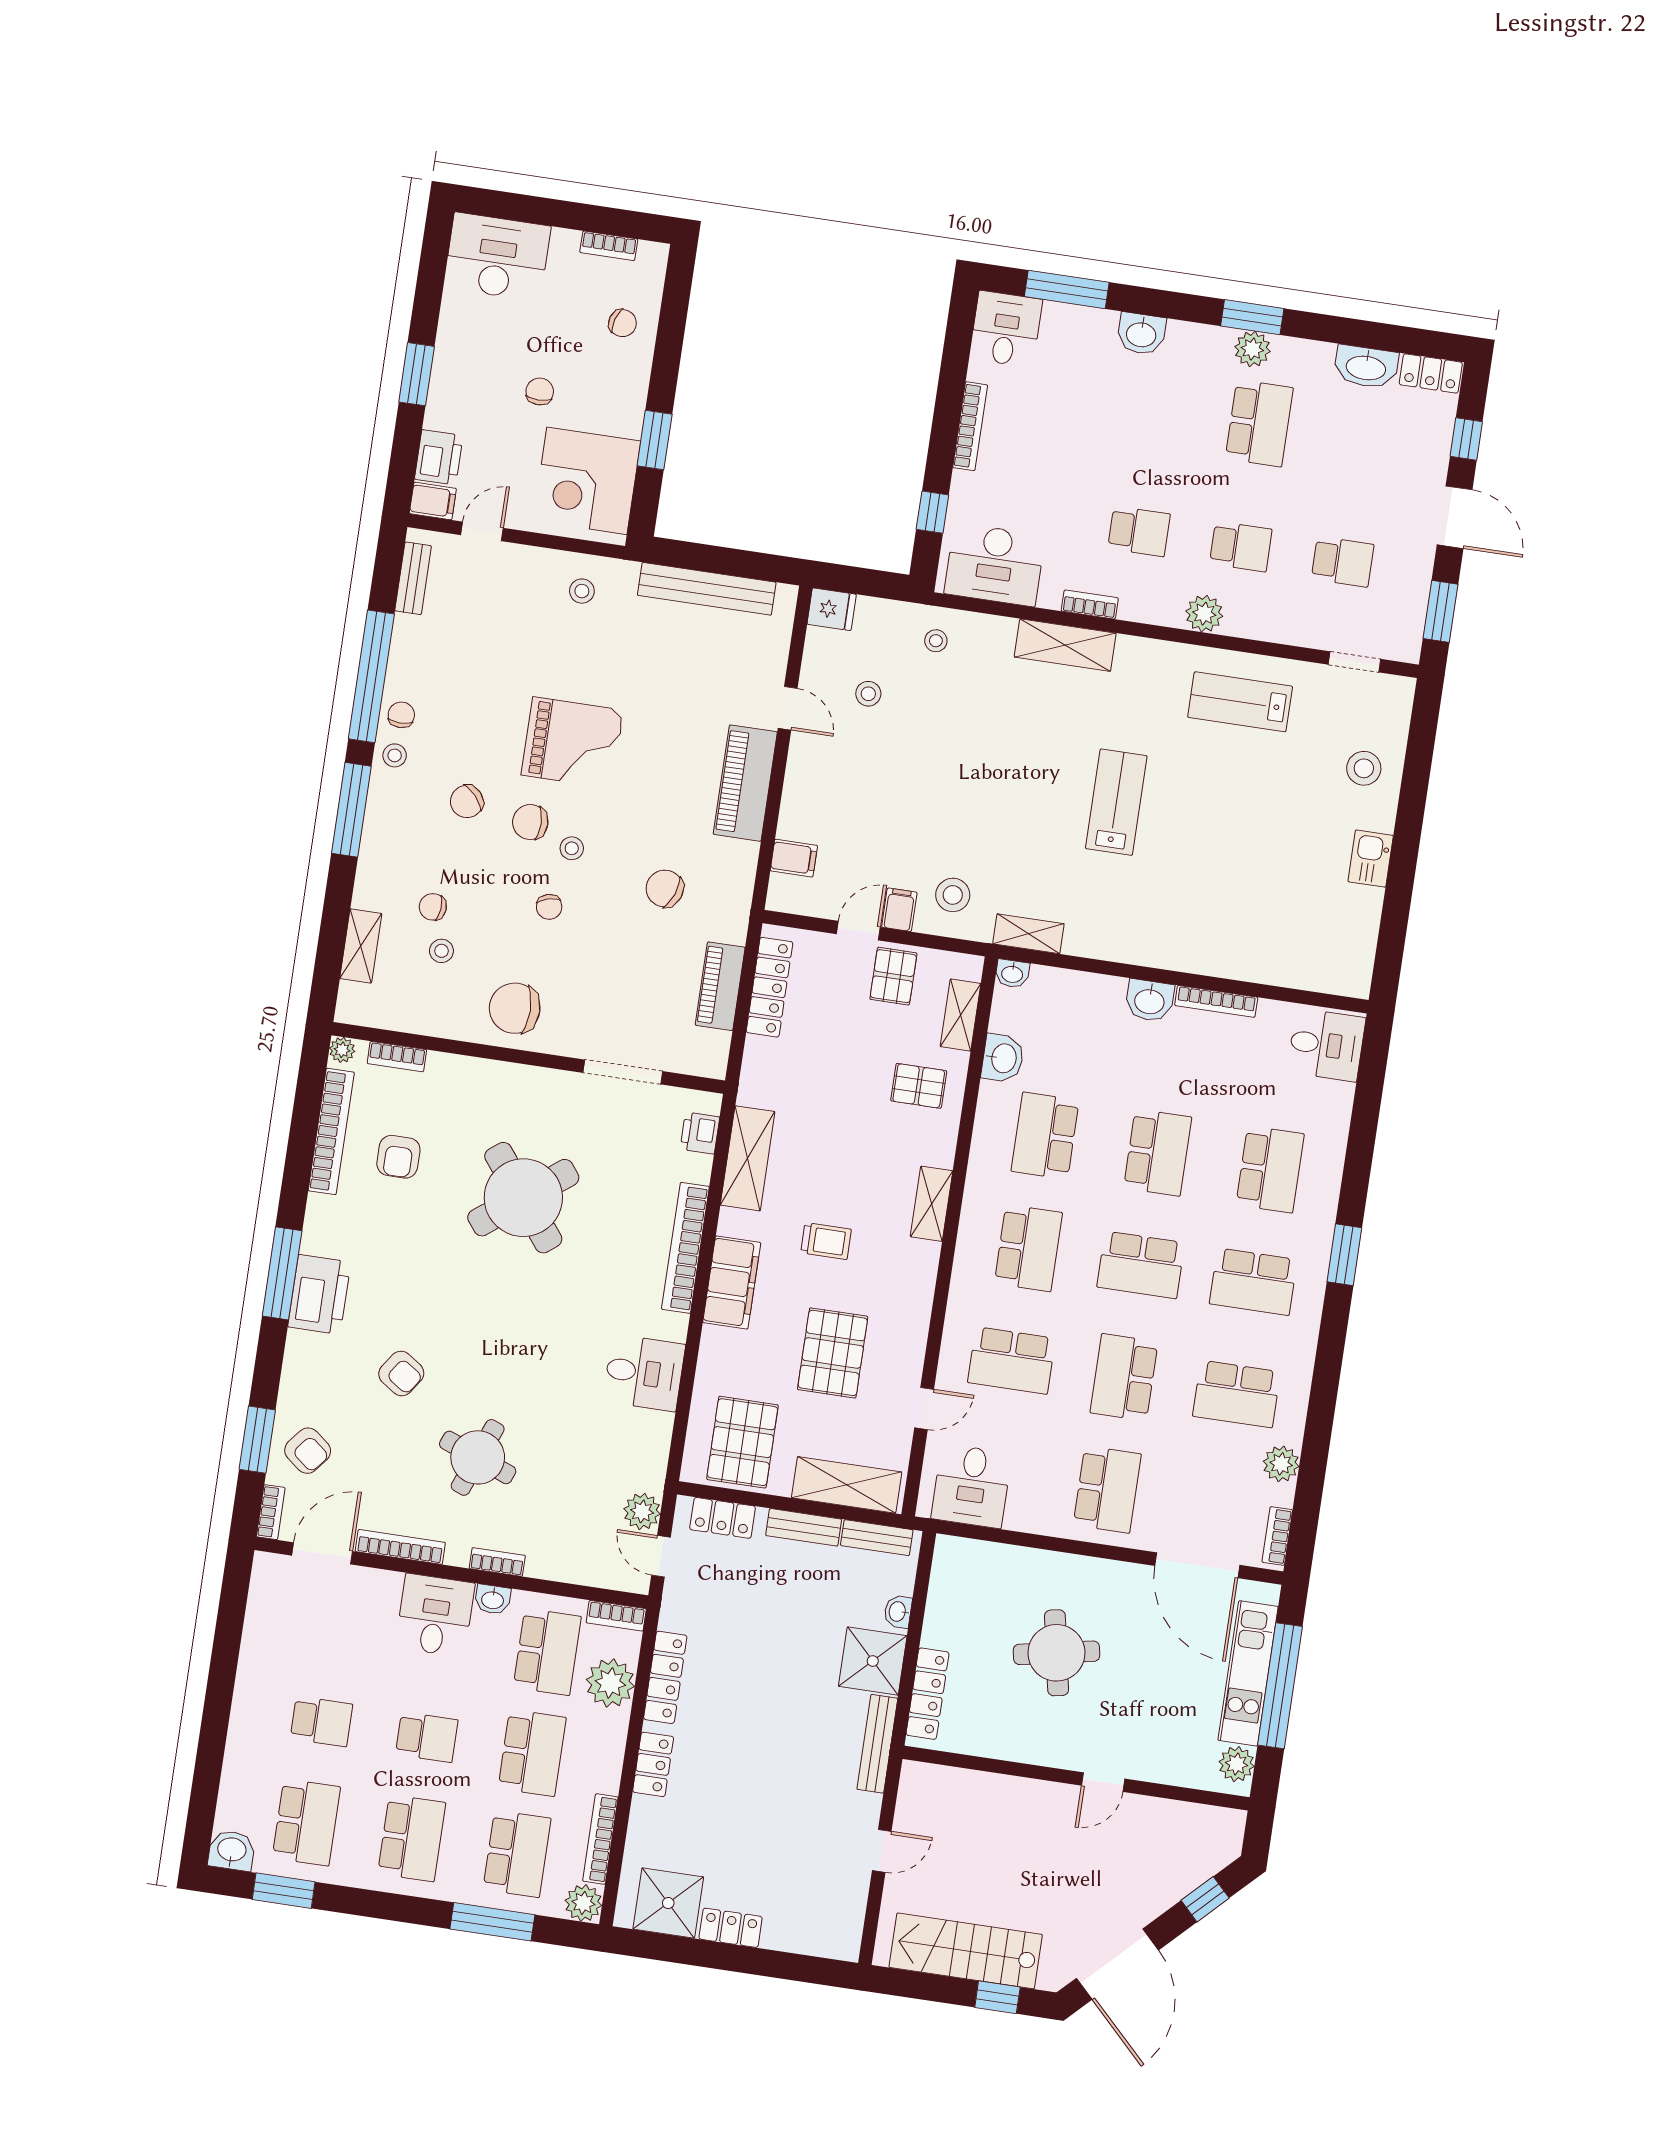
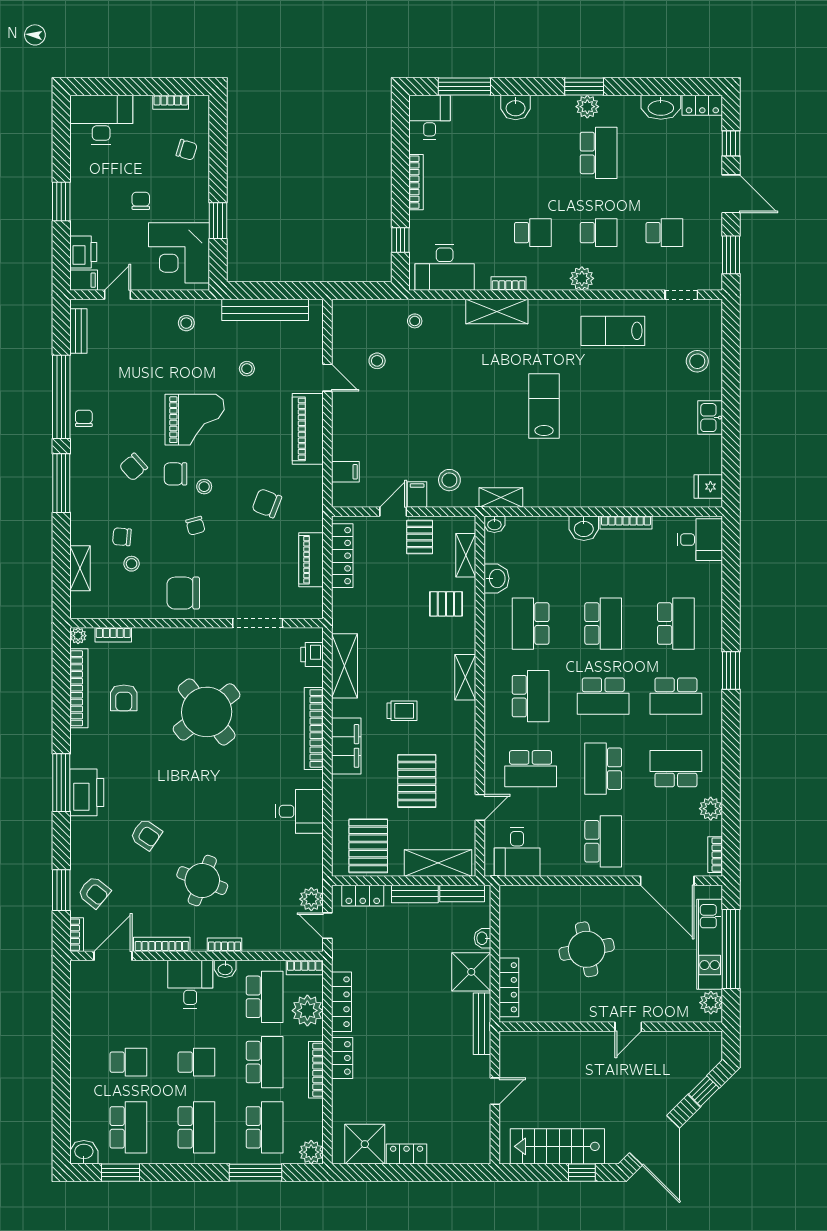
fridge: (832, 609) -> (708, 487), moved, turned 180
stool: (395, 755) -> (247, 369), moved
school desk: (1236, 1394) -> (676, 769), turned 180
bookcase: (600, 1839) -> (316, 1070), moved

